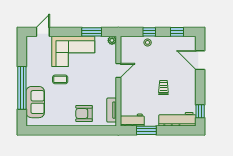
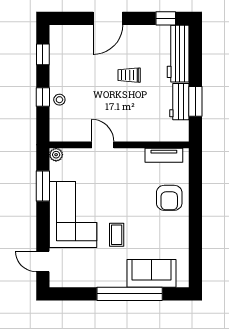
door: (200, 60) -> (108, 18), moved
workbench: (132, 120) -> (179, 102), moved

